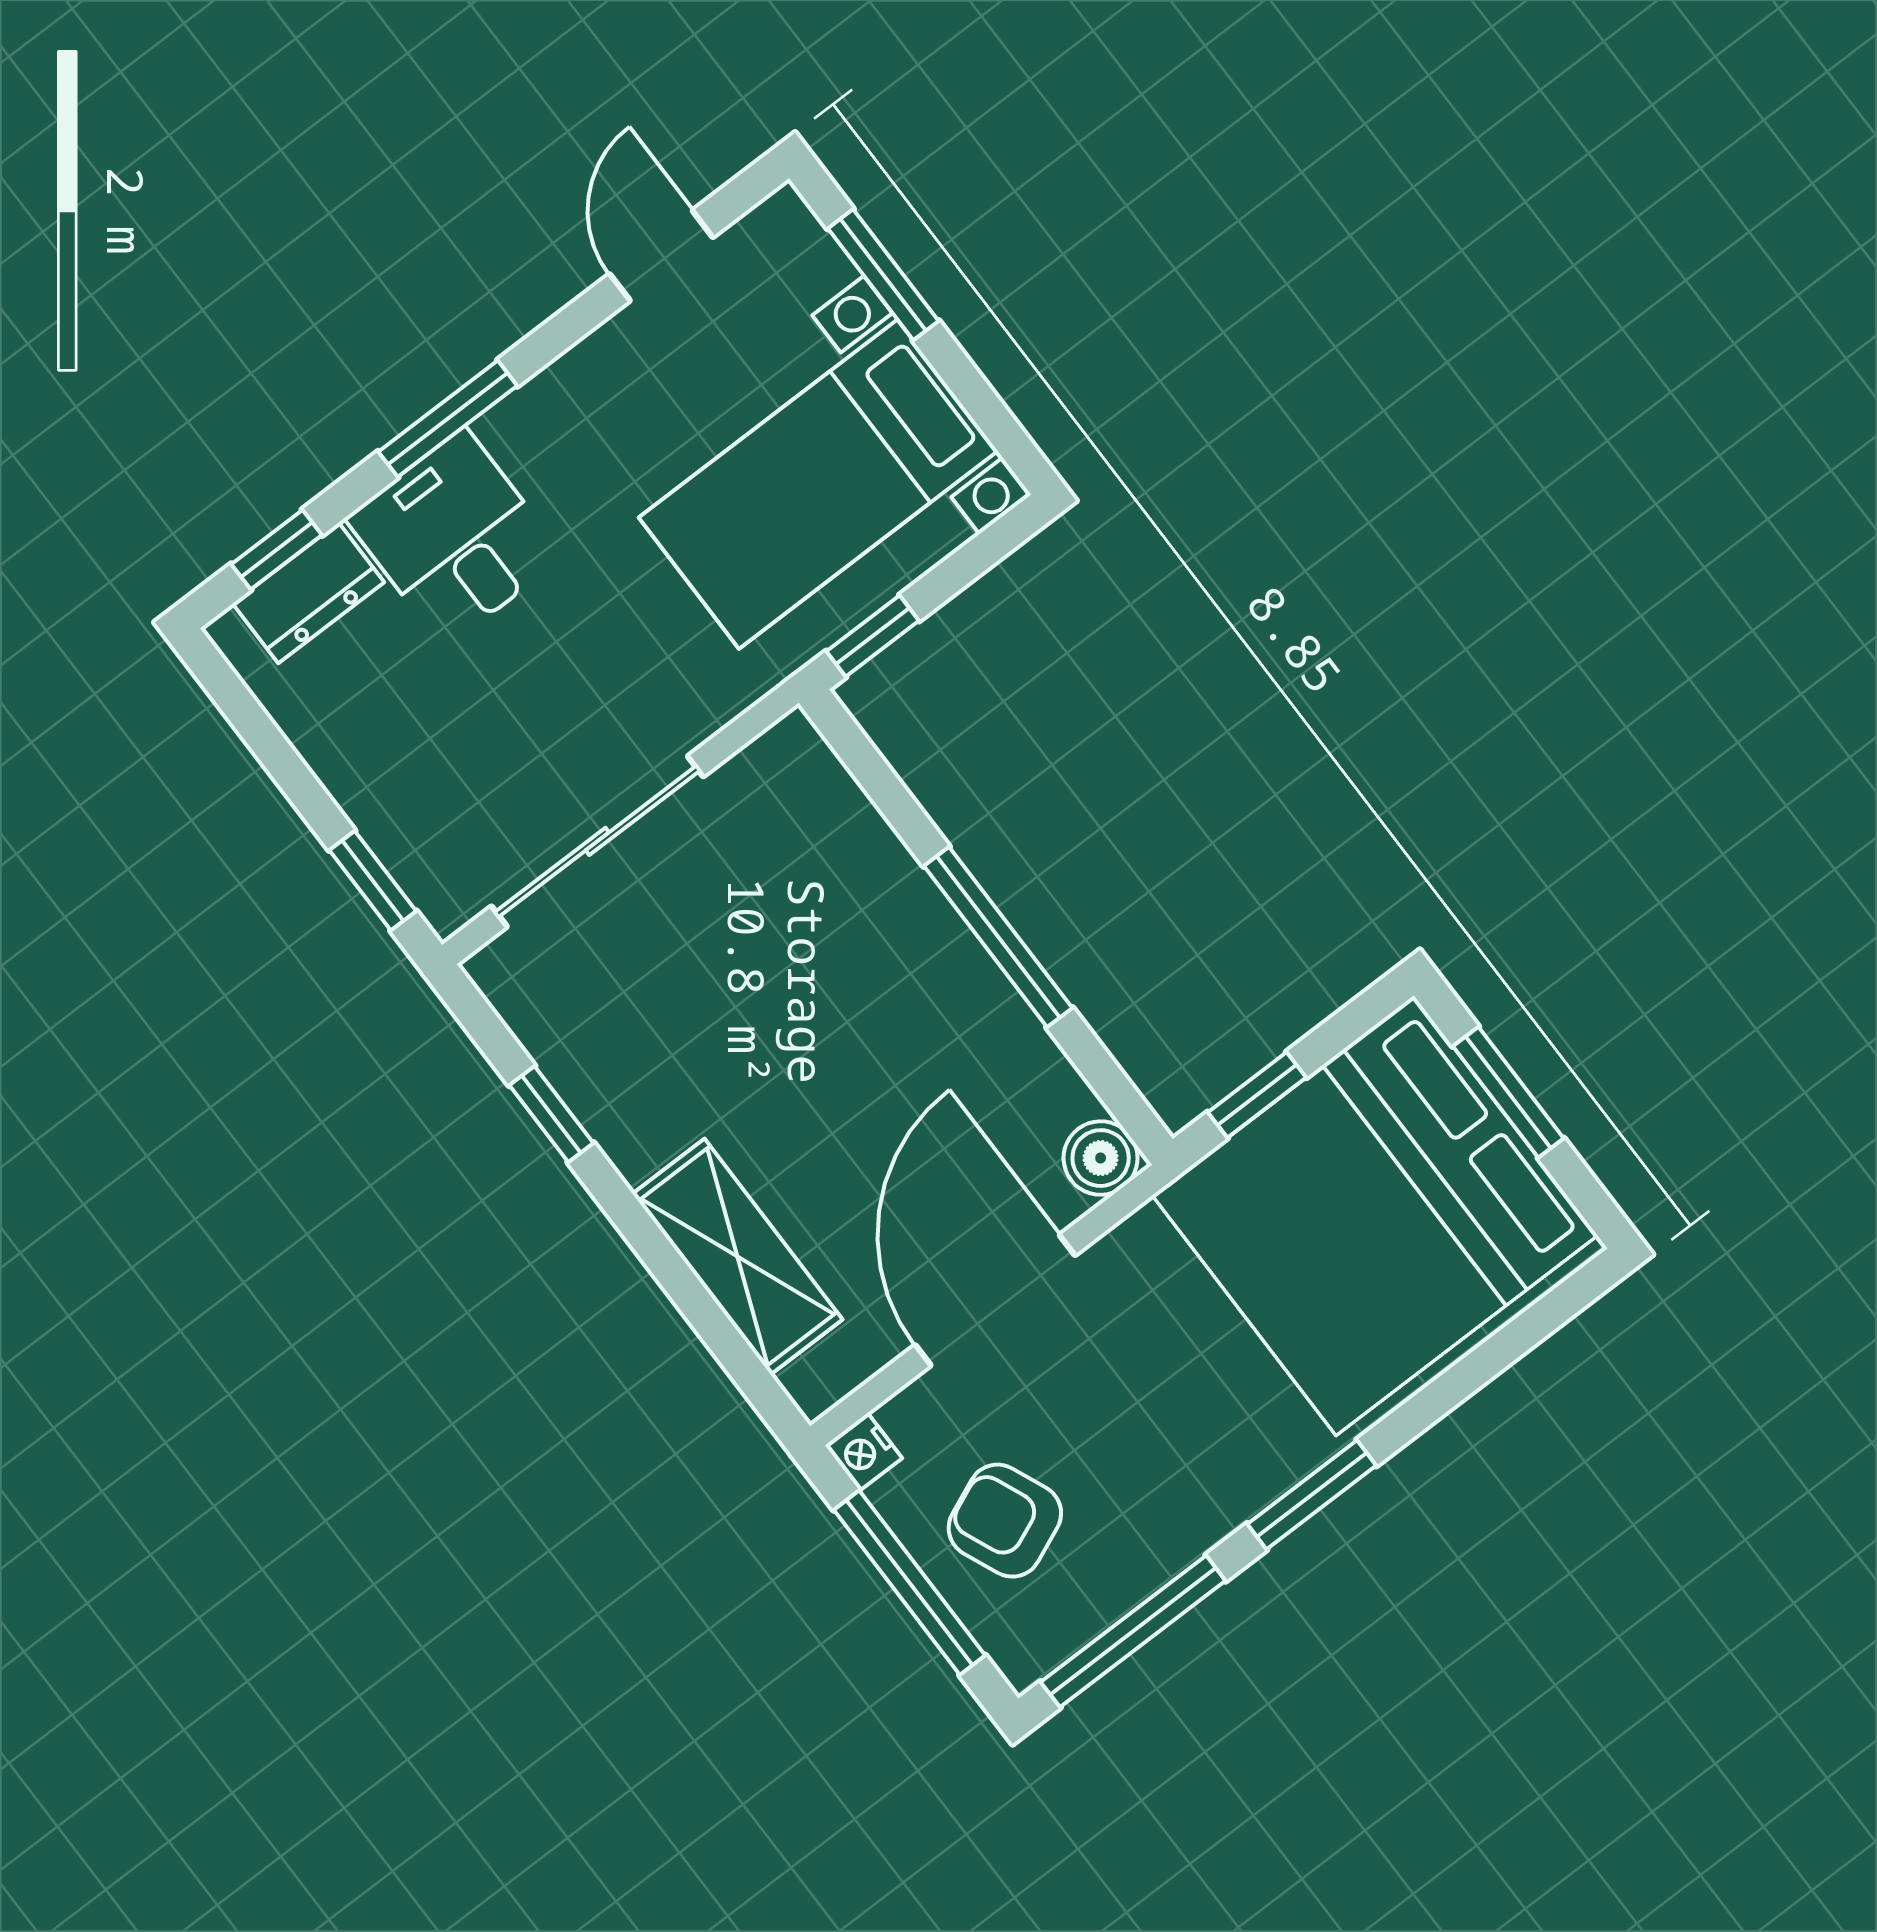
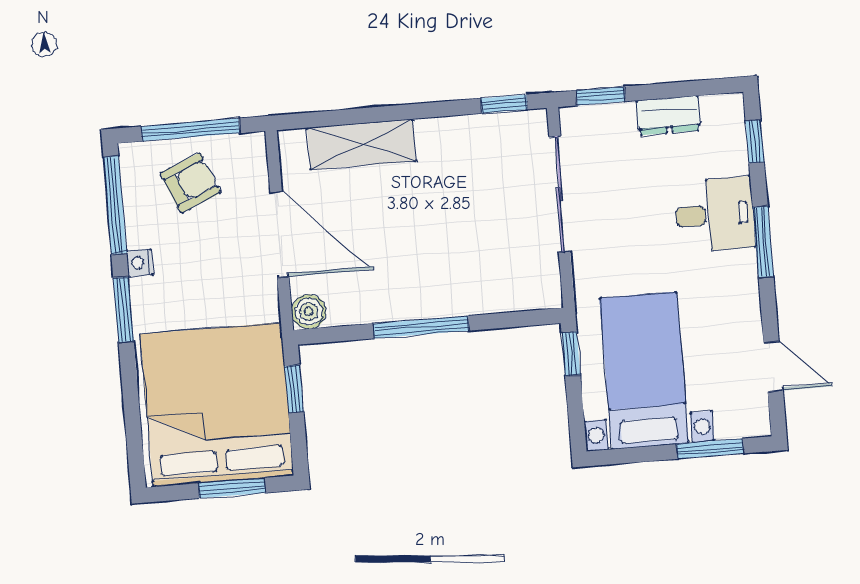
dresser: (308, 593) -> (668, 115), moved, turned -90
window: (551, 1114) -> (504, 104), moved
nightstand: (864, 1452) -> (140, 263), moved, turned -90

